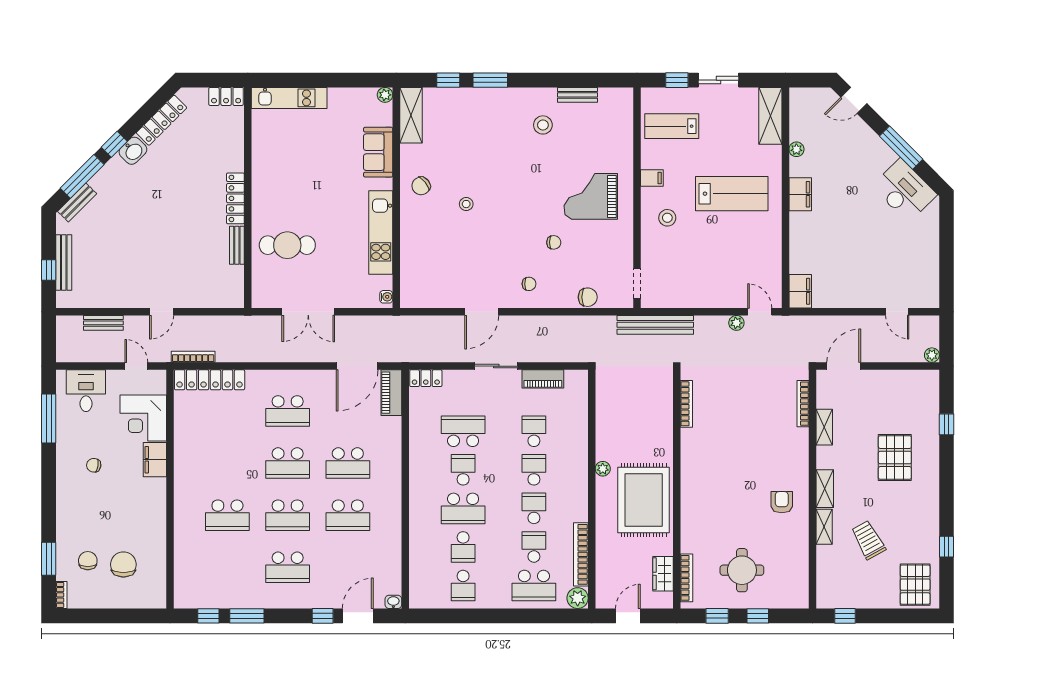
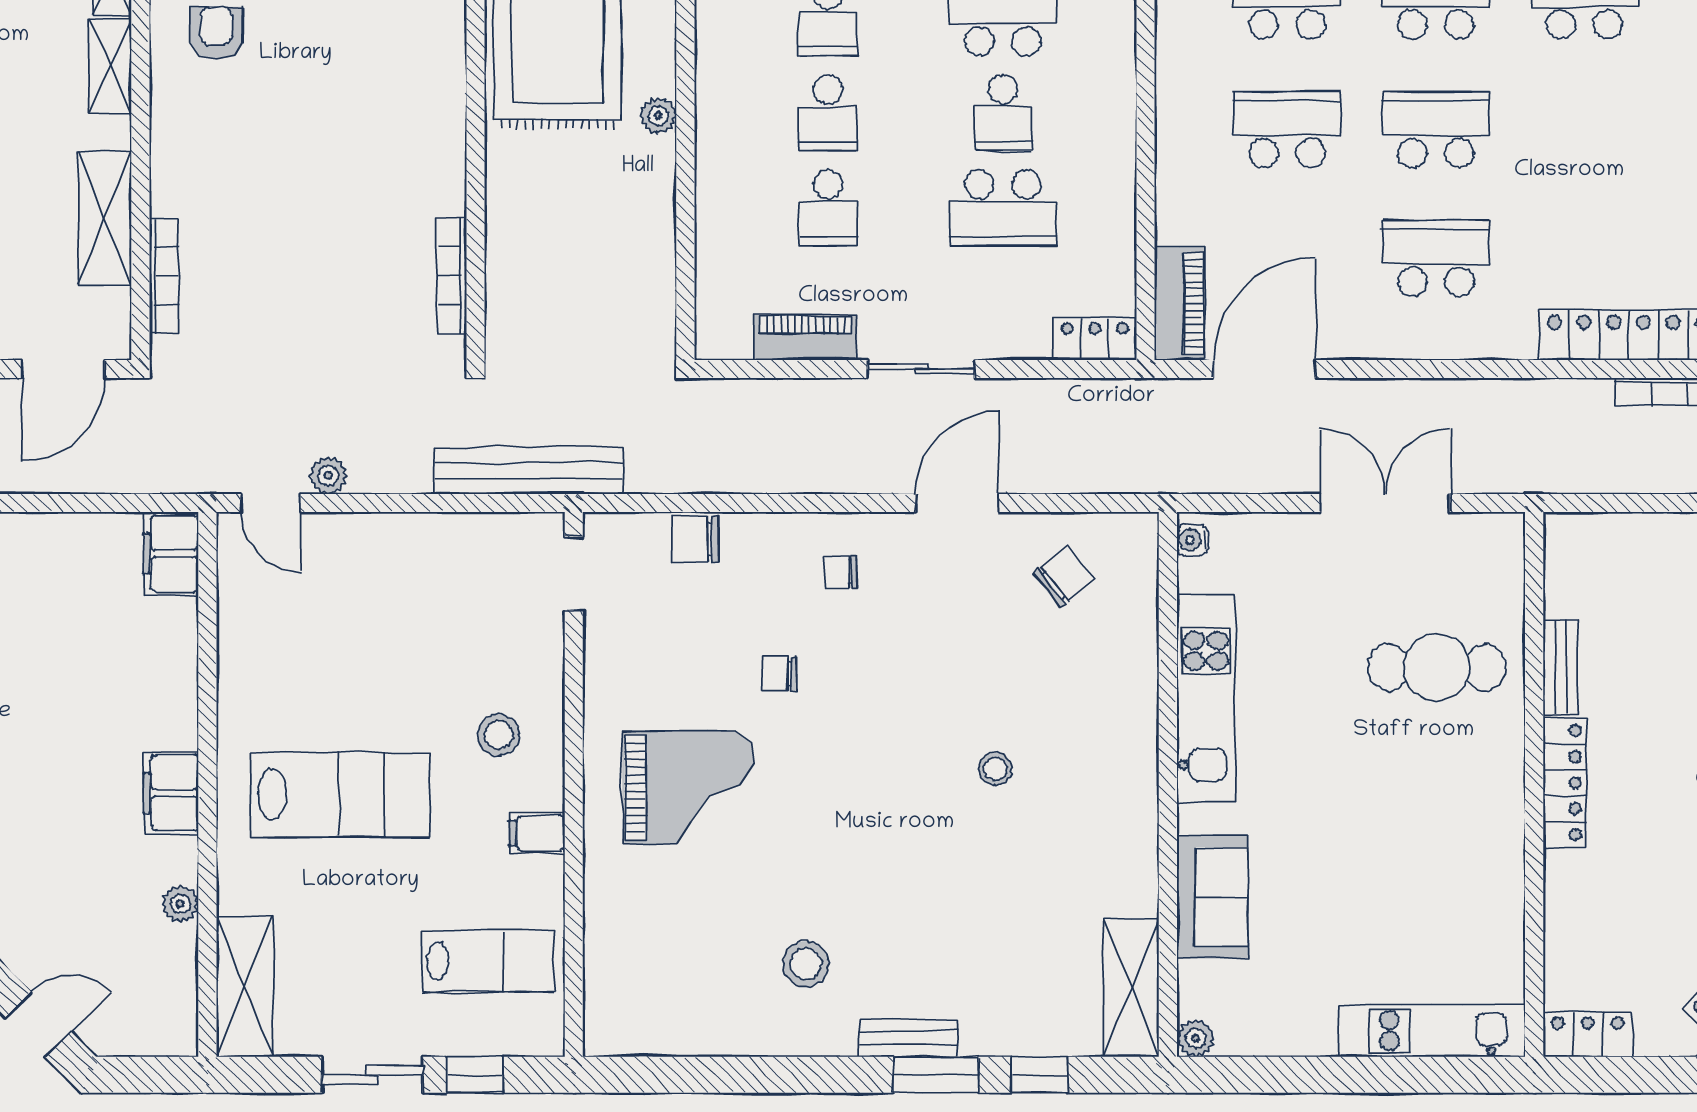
bench: (577, 95) -> (908, 1038), moved
chair: (421, 186) -> (1064, 577), moved
lab bench: (732, 194) -> (340, 794), turned 180
shelving: (824, 427) -> (105, 218), width x1.50, depth x1.33
armchair: (782, 502) -> (216, 33), turned 180

